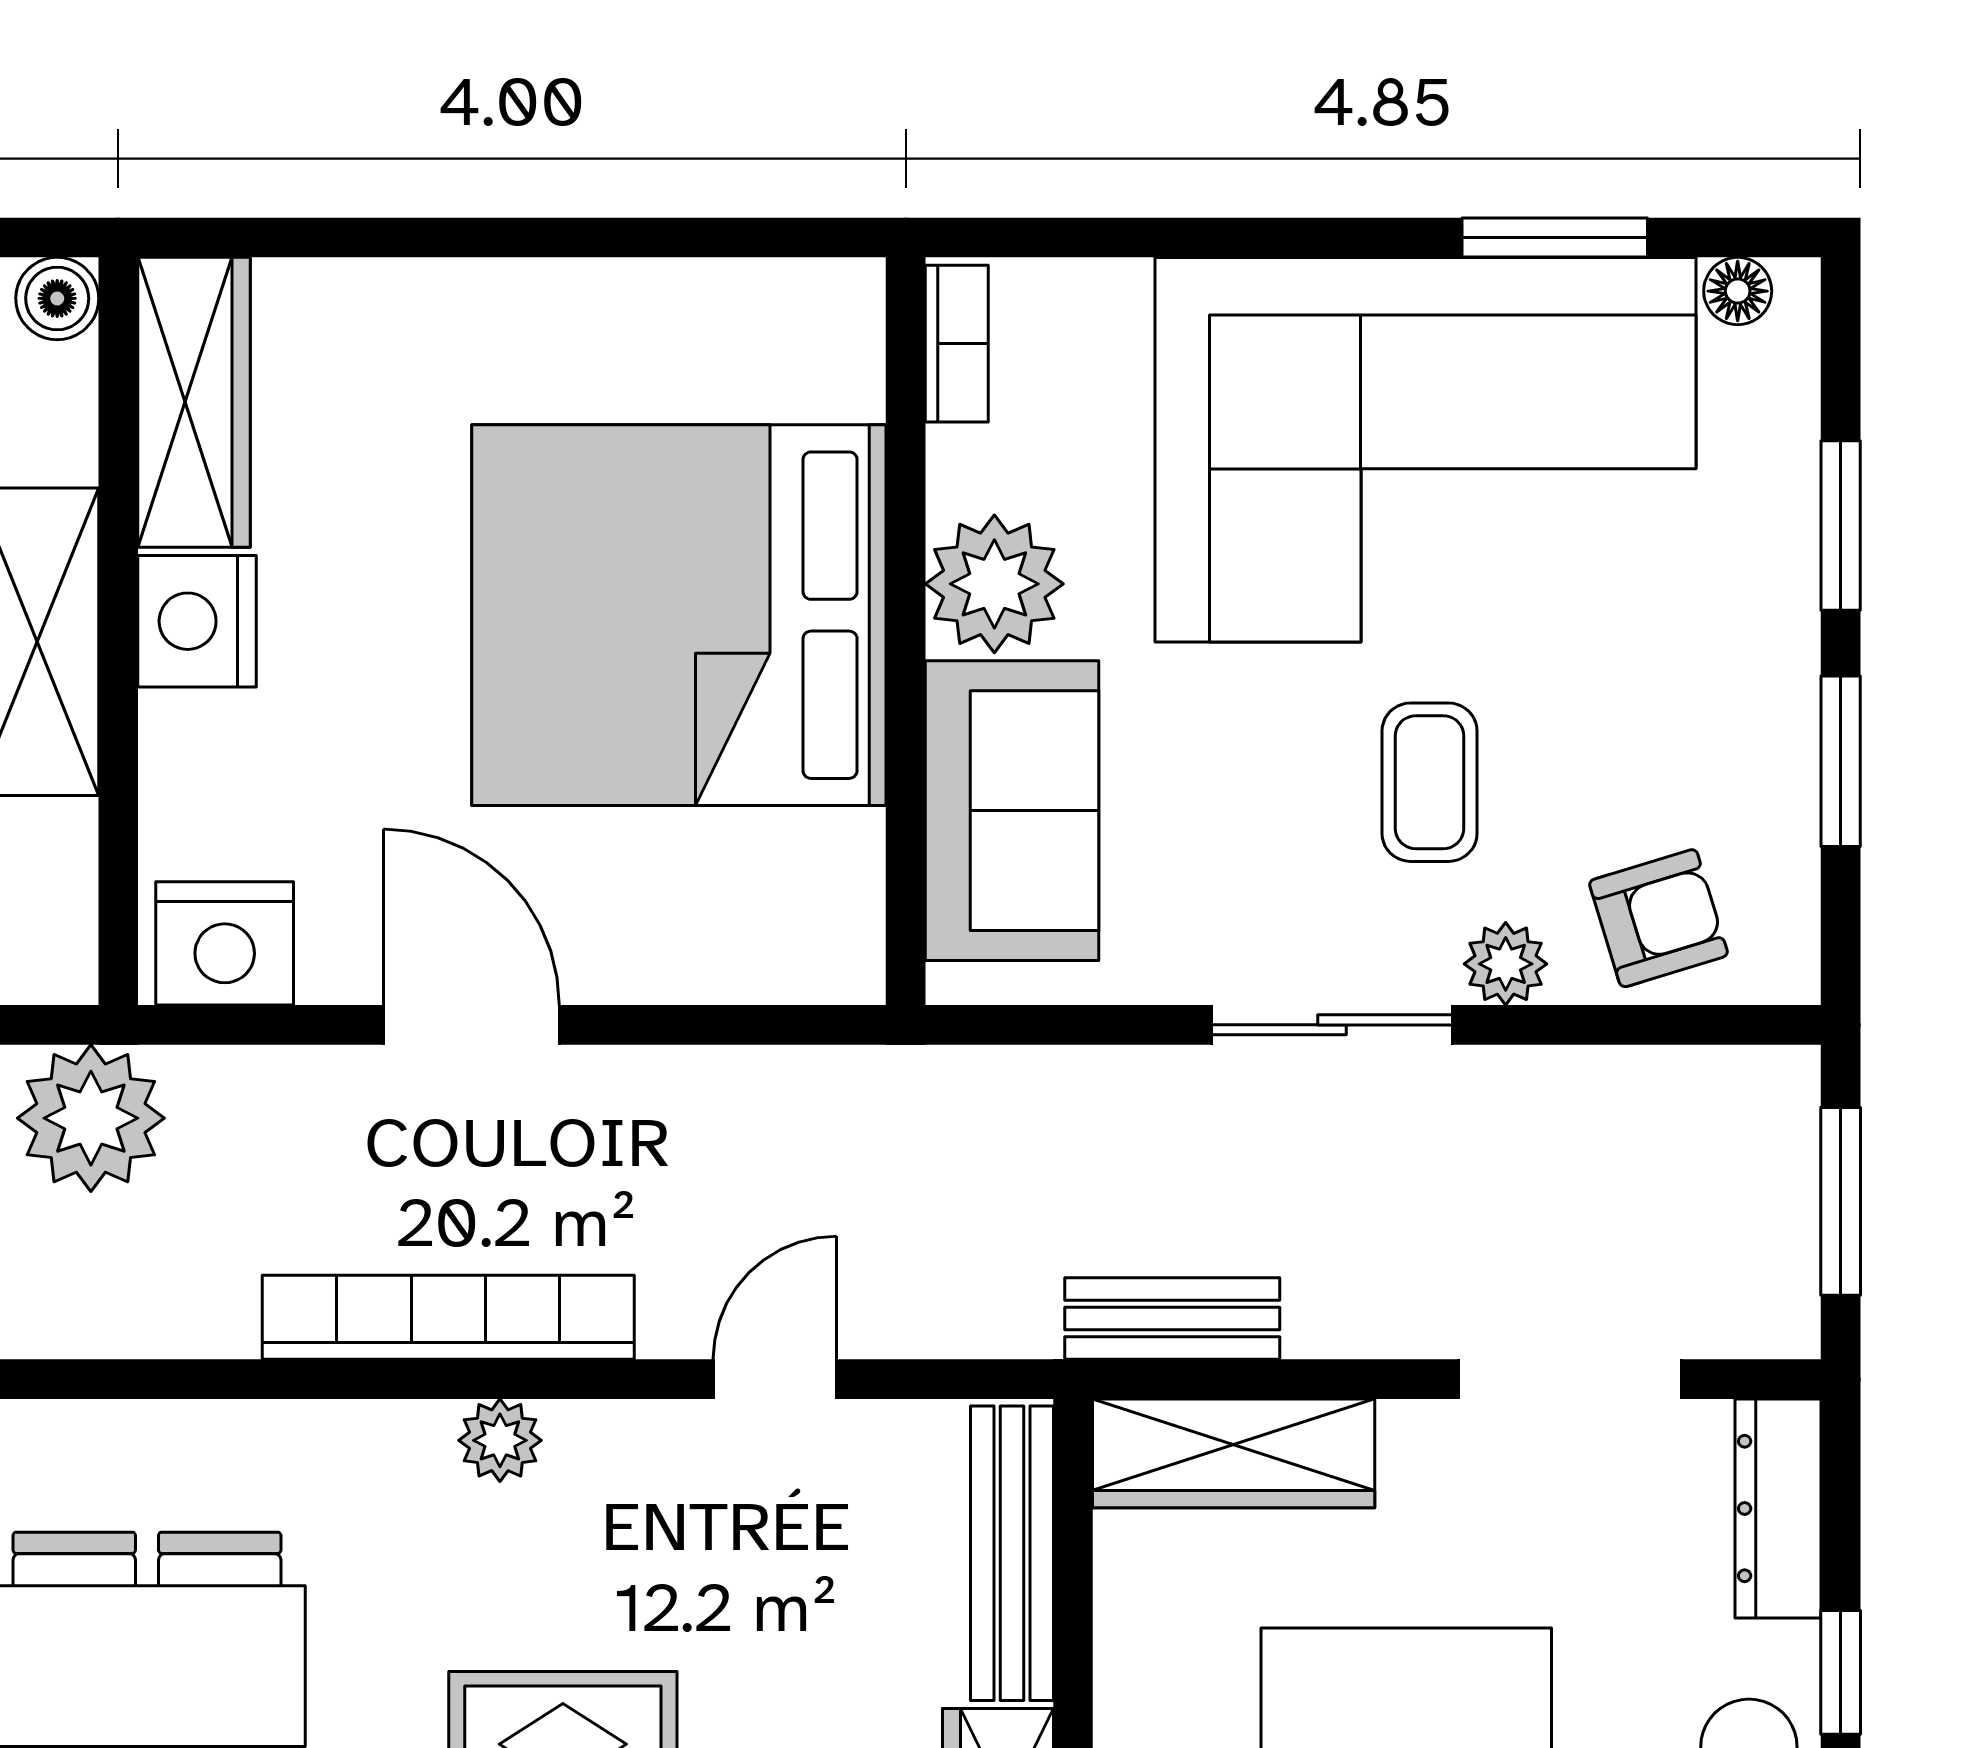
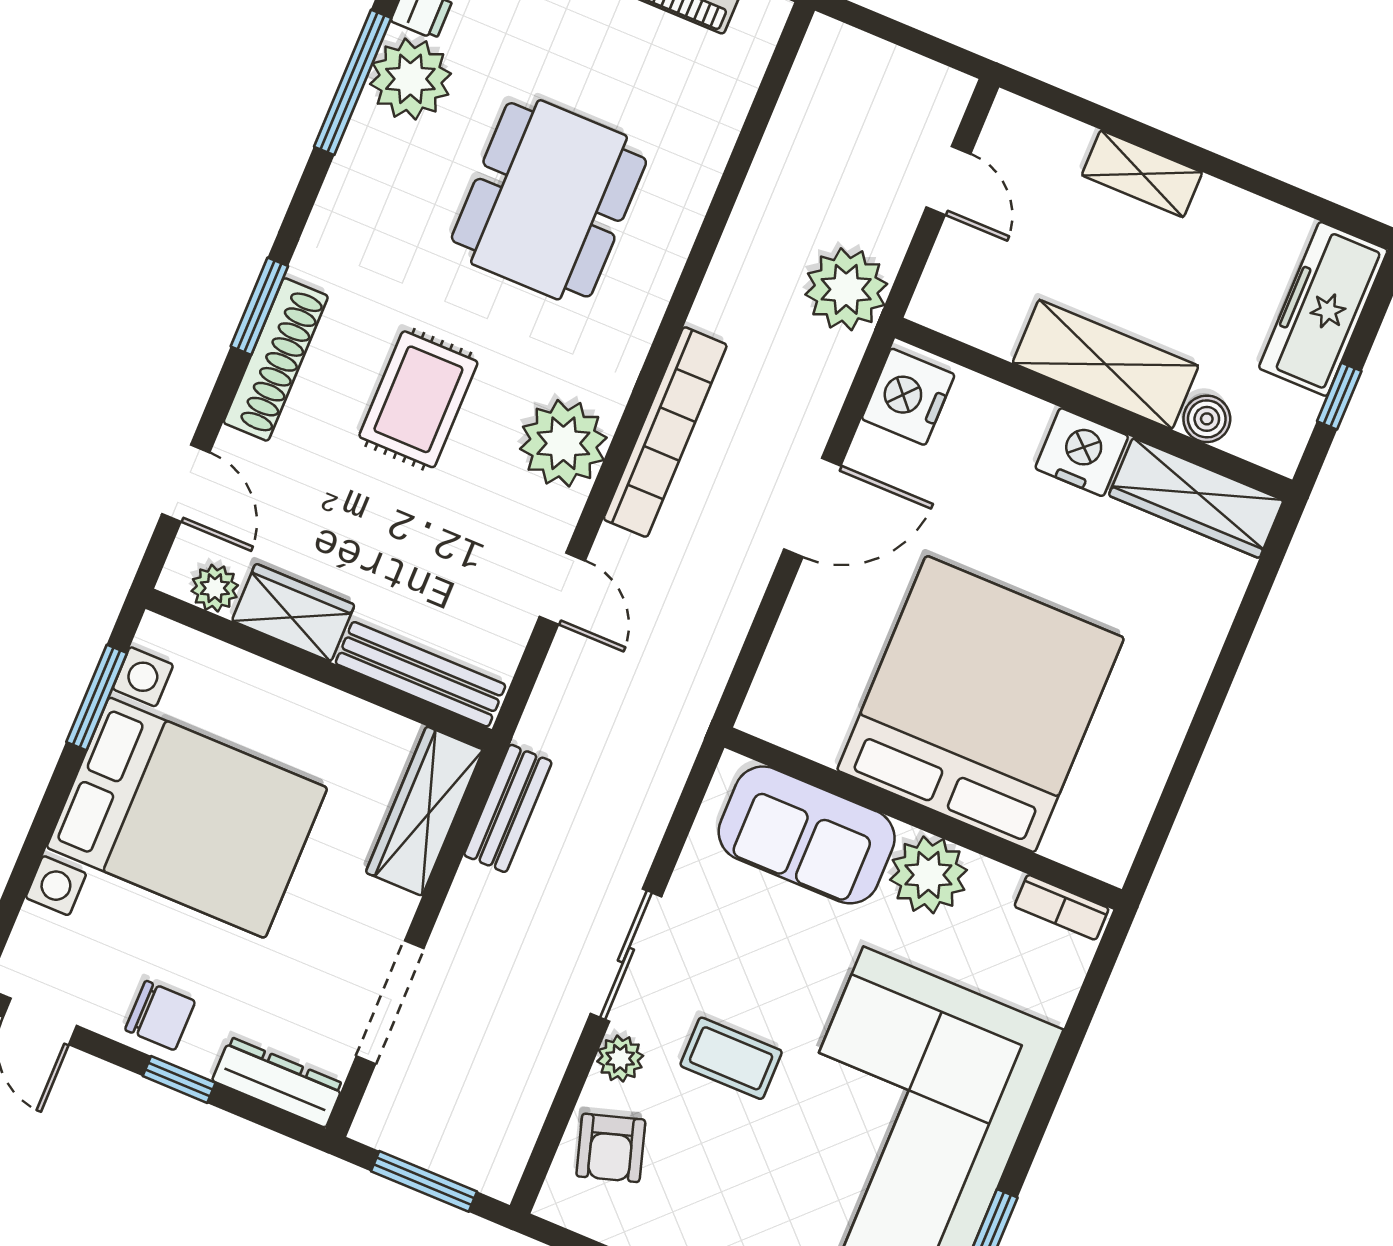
boiler: (57, 298) -> (1207, 419), moved
plant: (500, 1440) -> (563, 443), width x1.87, depth x1.87

